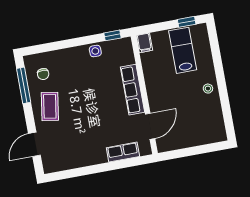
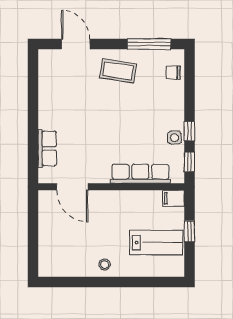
window: (187, 22) -> (189, 231), moved
window: (88, 40) -> (189, 131), added
chair: (43, 74) -> (173, 73), moved
row of seats: (132, 90) -> (140, 174), moved

